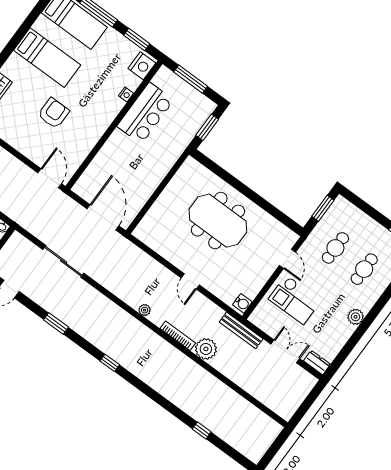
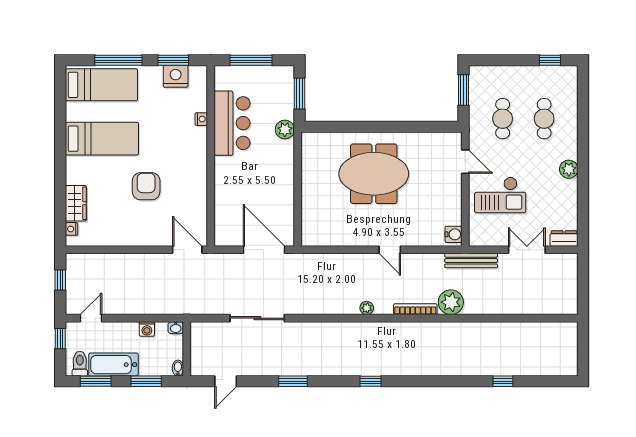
nightstand: (142, 66) -> (176, 76), moved, turned -90
plant: (179, 145) -> (285, 129), added

